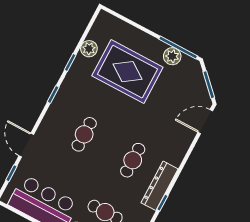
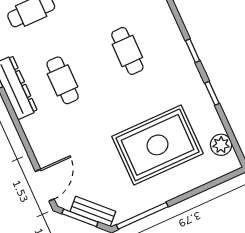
plant: (89, 49) -> (221, 145), moved
plant: (172, 56) -> (138, 203), removed
bench: (199, 80) -> (93, 211), added

